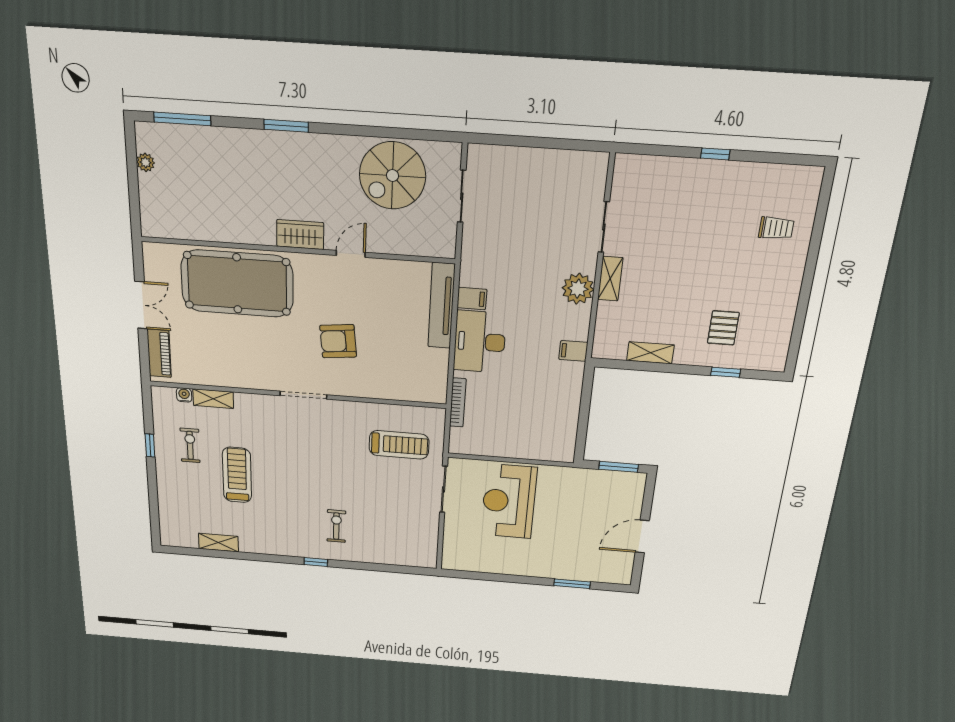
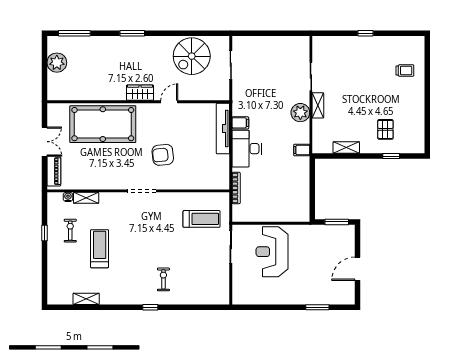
plant: (145, 162) -> (57, 63), width x1.88, depth x1.88

